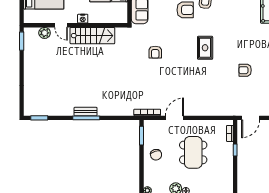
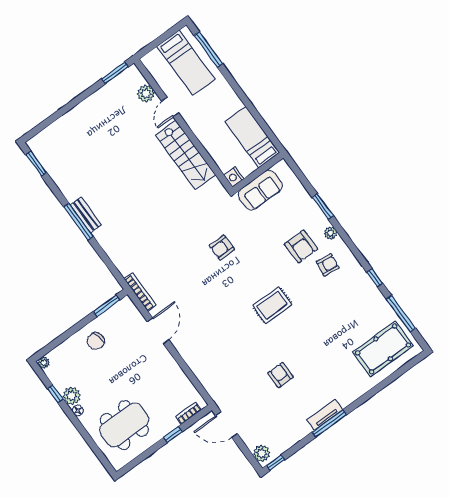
nightstand: (83, 19) -> (234, 177), moved
door: (174, 118) -> (158, 331), hinge flipped
dining table: (193, 152) -> (124, 425), moved

